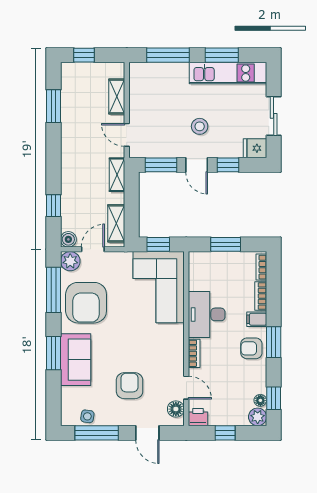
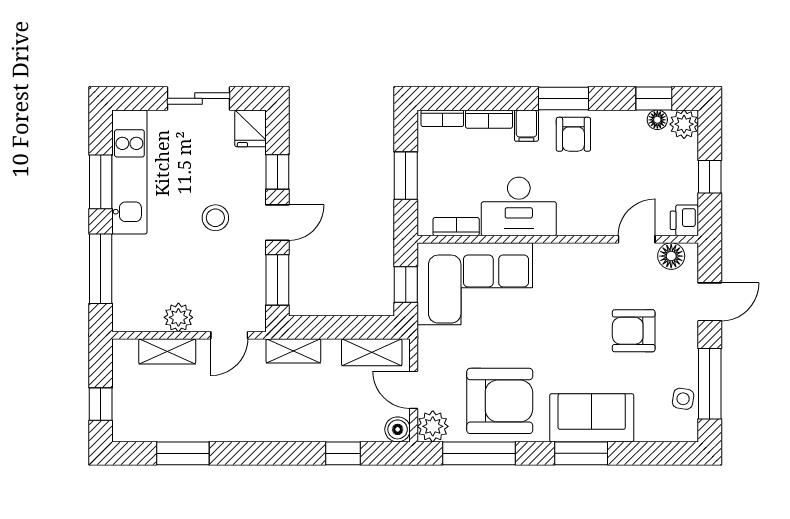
plant: (138, 103) -> (178, 317), added
bookcase: (194, 353) -> (456, 227), moved

